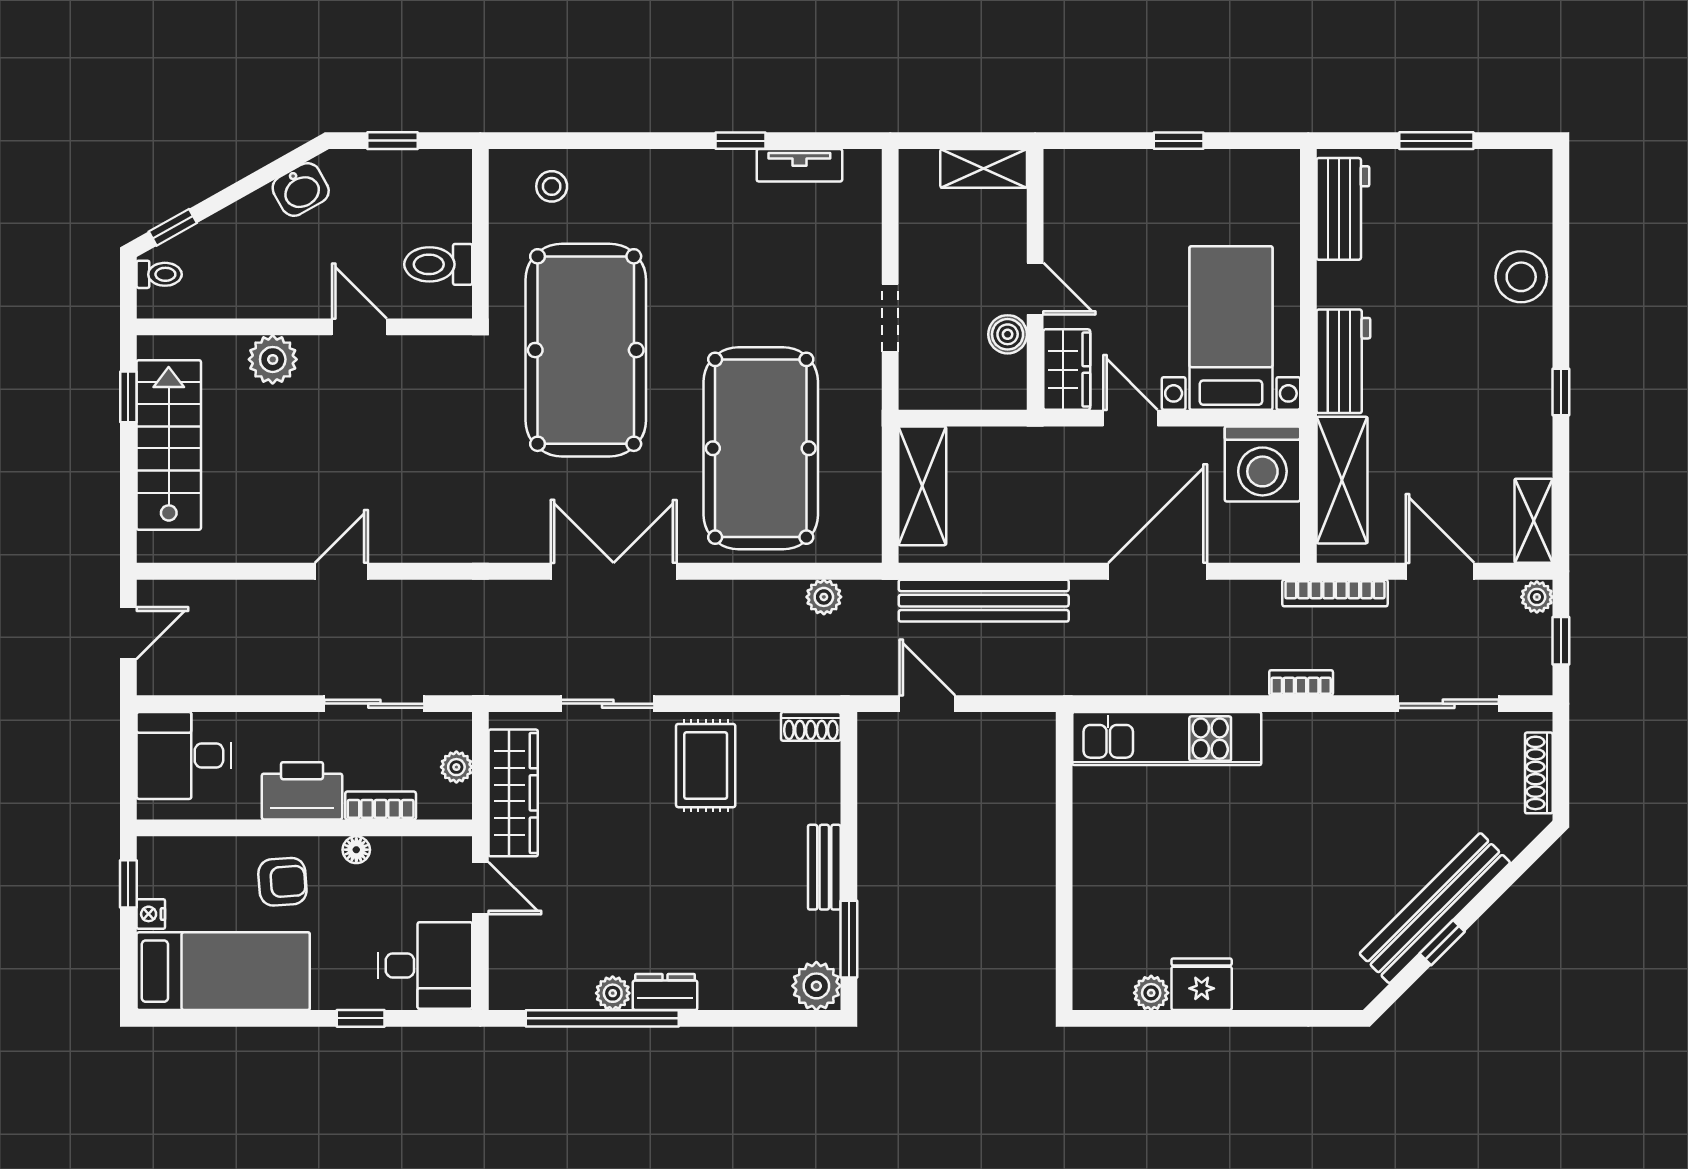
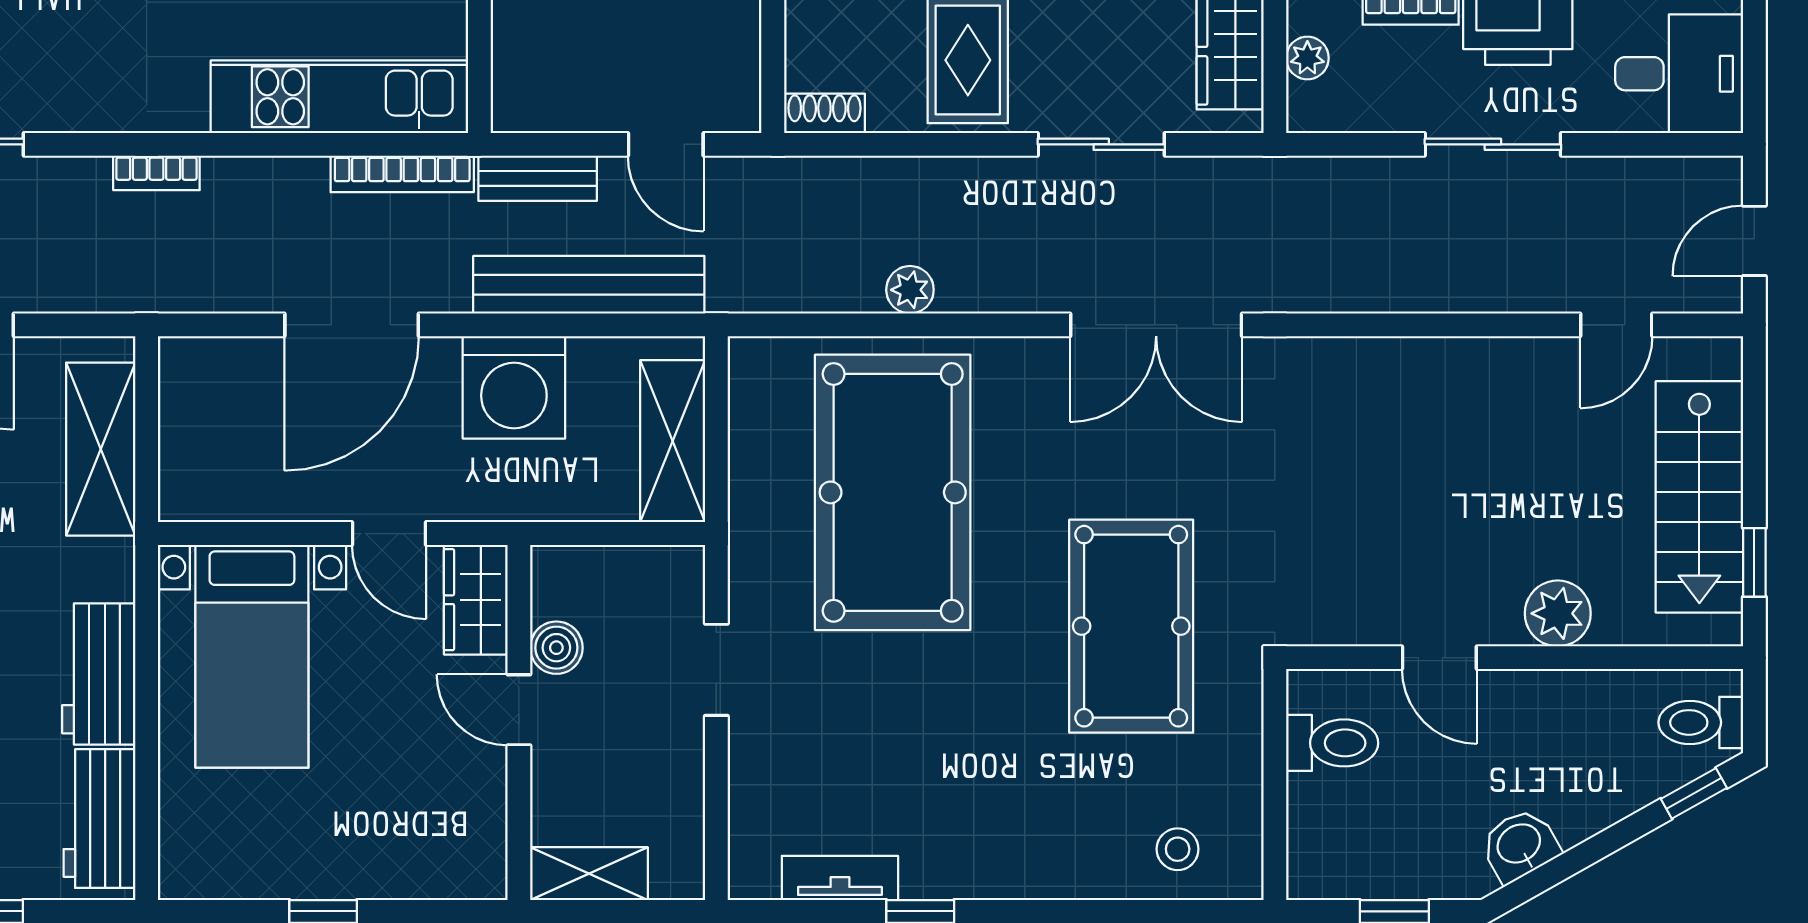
toilet: (159, 274) -> (1701, 722), width x1.37, depth x1.39
pool table: (586, 350) -> (1131, 626), width x0.73, depth x0.76
workbench: (1343, 361) -> (99, 674), moved
washing machine: (1262, 464) -> (514, 387), moved, turned 180
door: (341, 571) -> (1616, 325), moved
double door: (614, 571) -> (1156, 325), moved
bookcase: (1335, 593) -> (402, 174), moved, turned 180
plant: (824, 597) -> (910, 290), moved
bench: (1021, 679) -> (538, 178), added
sliding door: (374, 704) -> (1493, 144), moved

